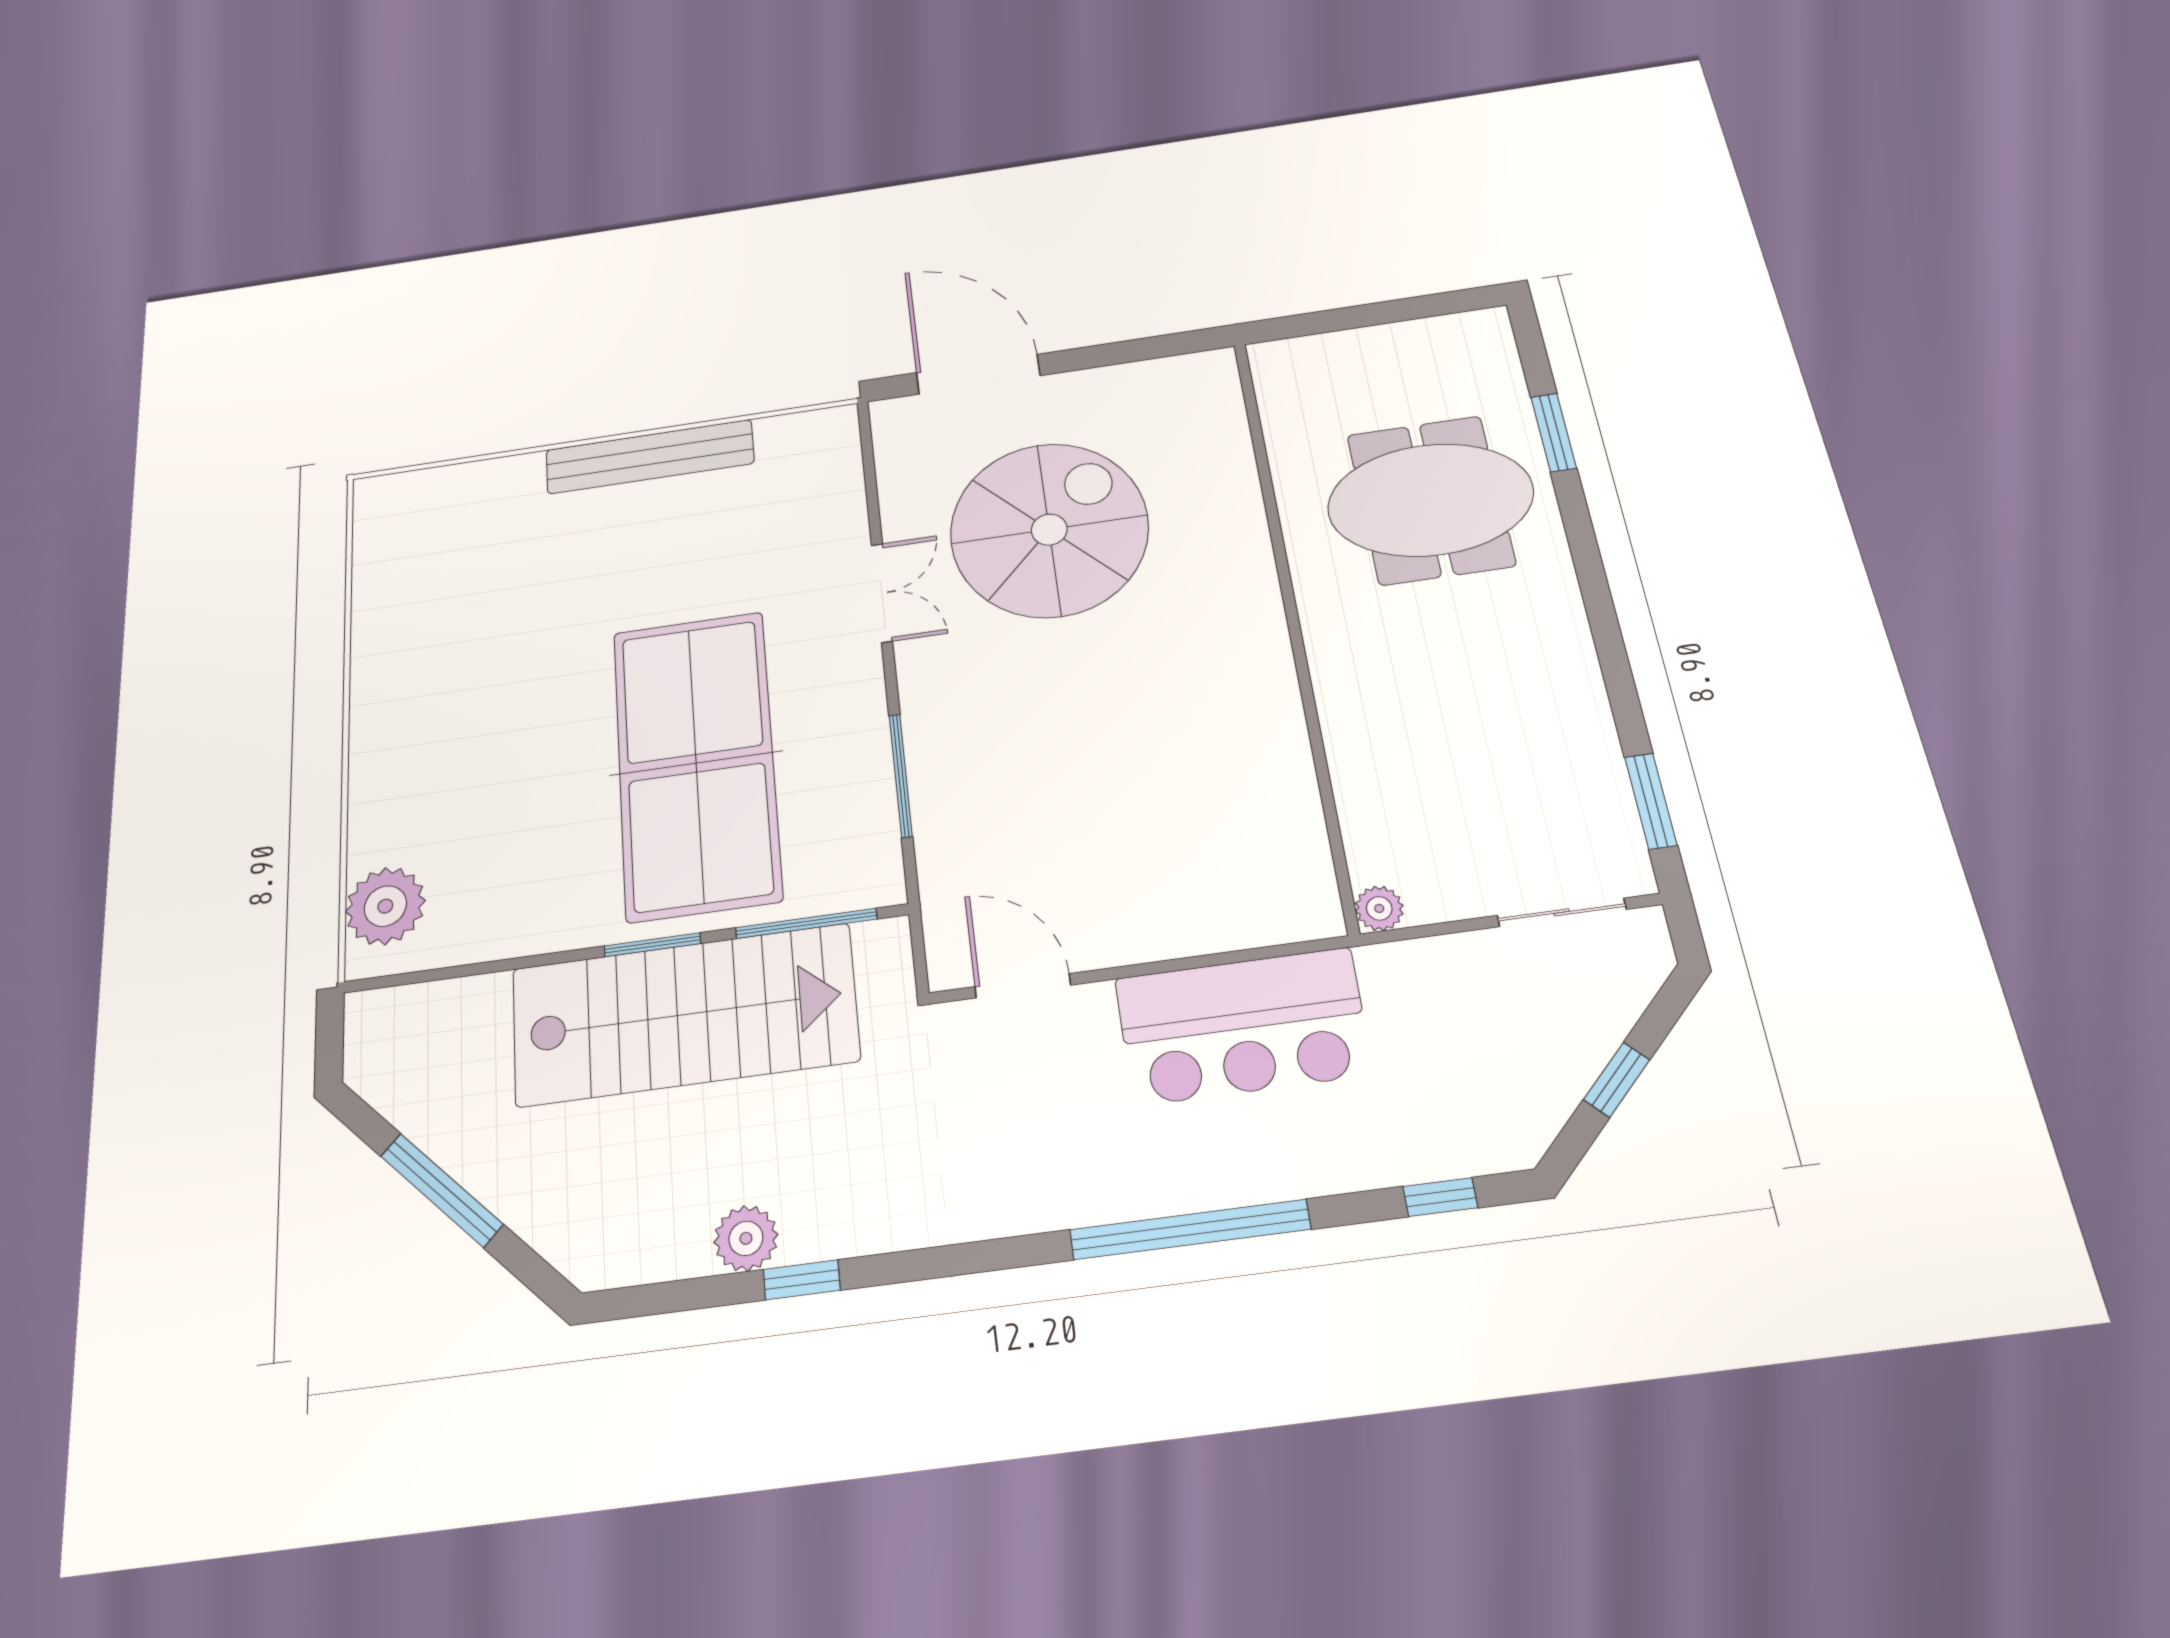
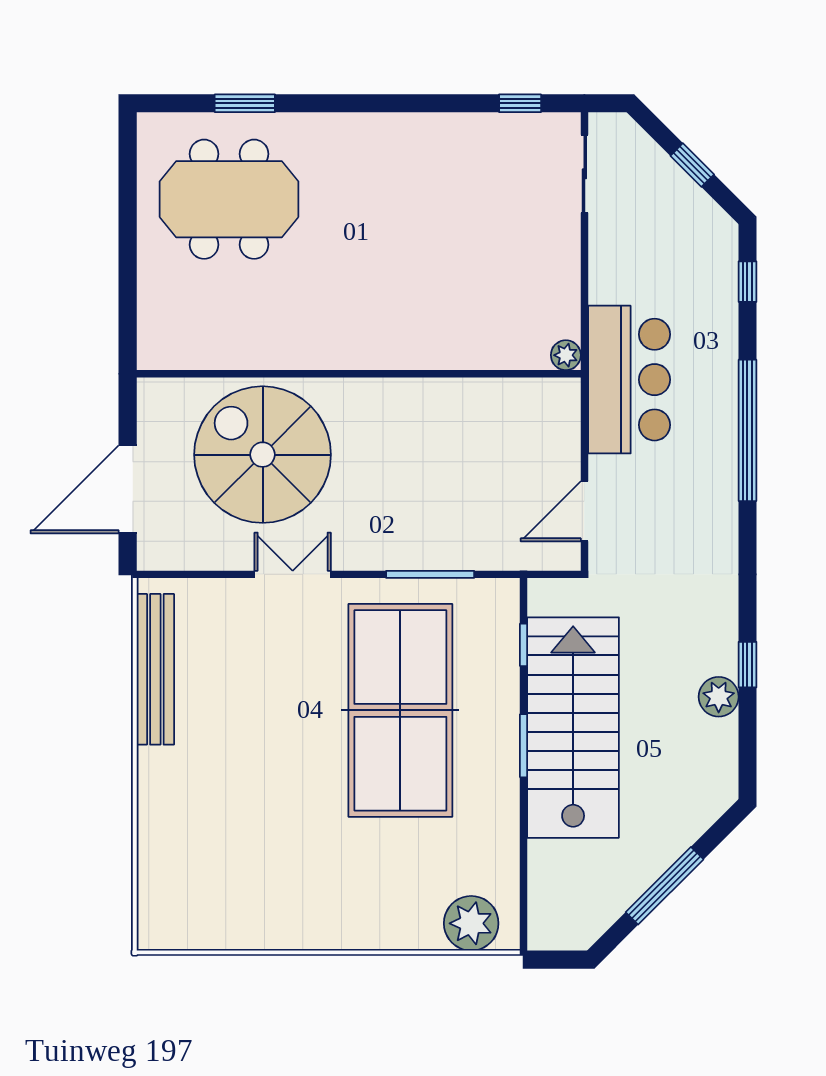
bench: (650, 457) -> (155, 669), moved
meeting table: (1430, 500) -> (229, 199), moved, turned 90
wall: (1293, 621) -> (359, 374), moved
table tennis table: (696, 763) -> (400, 710), turned 90
window: (1651, 801) -> (520, 103), width x0.67
plant: (1379, 908) -> (566, 355), moved
window: (806, 923) -> (524, 645), width x0.46

